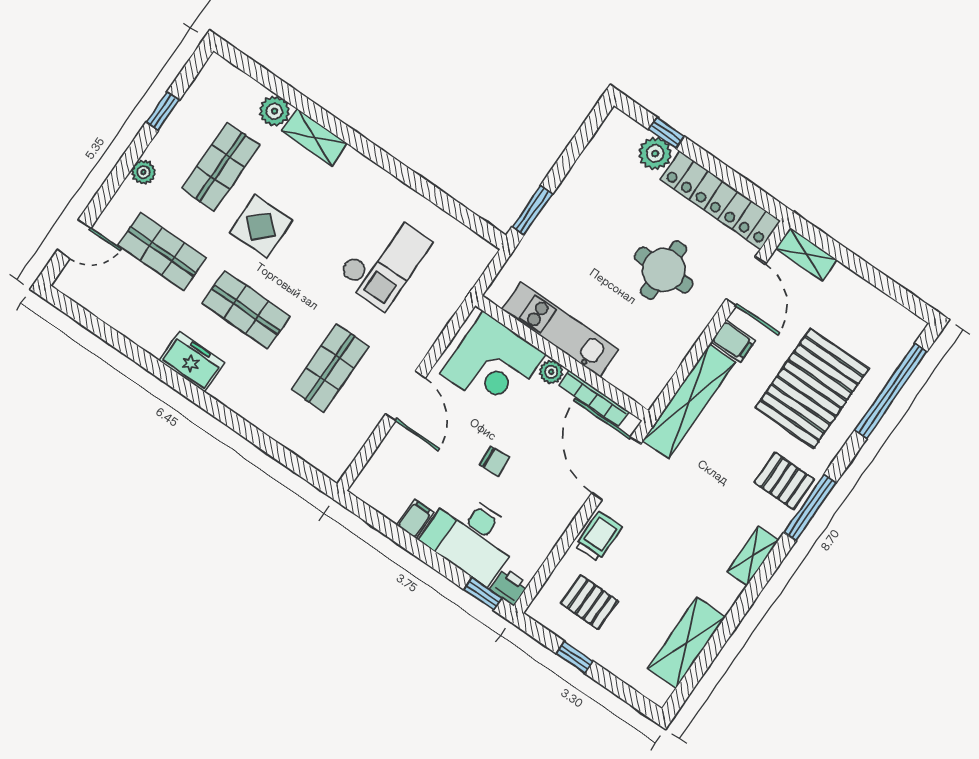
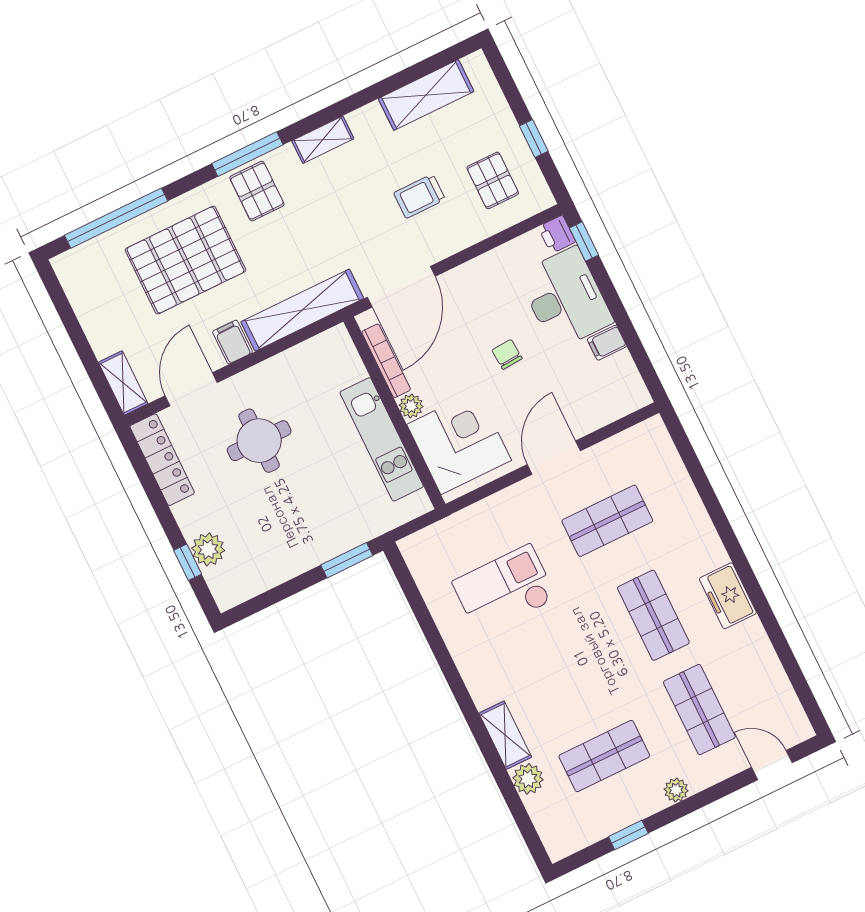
locker: (720, 200) -> (162, 460), width x0.71, depth x0.83
display table: (261, 226) -> (598, 682), removed
trolley: (599, 536) -> (419, 196), moved

